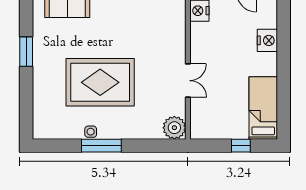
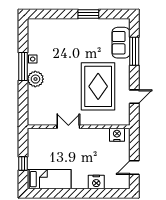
double door: (188, 81) -> (68, 127), swing flipped
rug: (100, 82) -> (98, 86), moved
plant: (174, 128) -> (35, 79), moved

